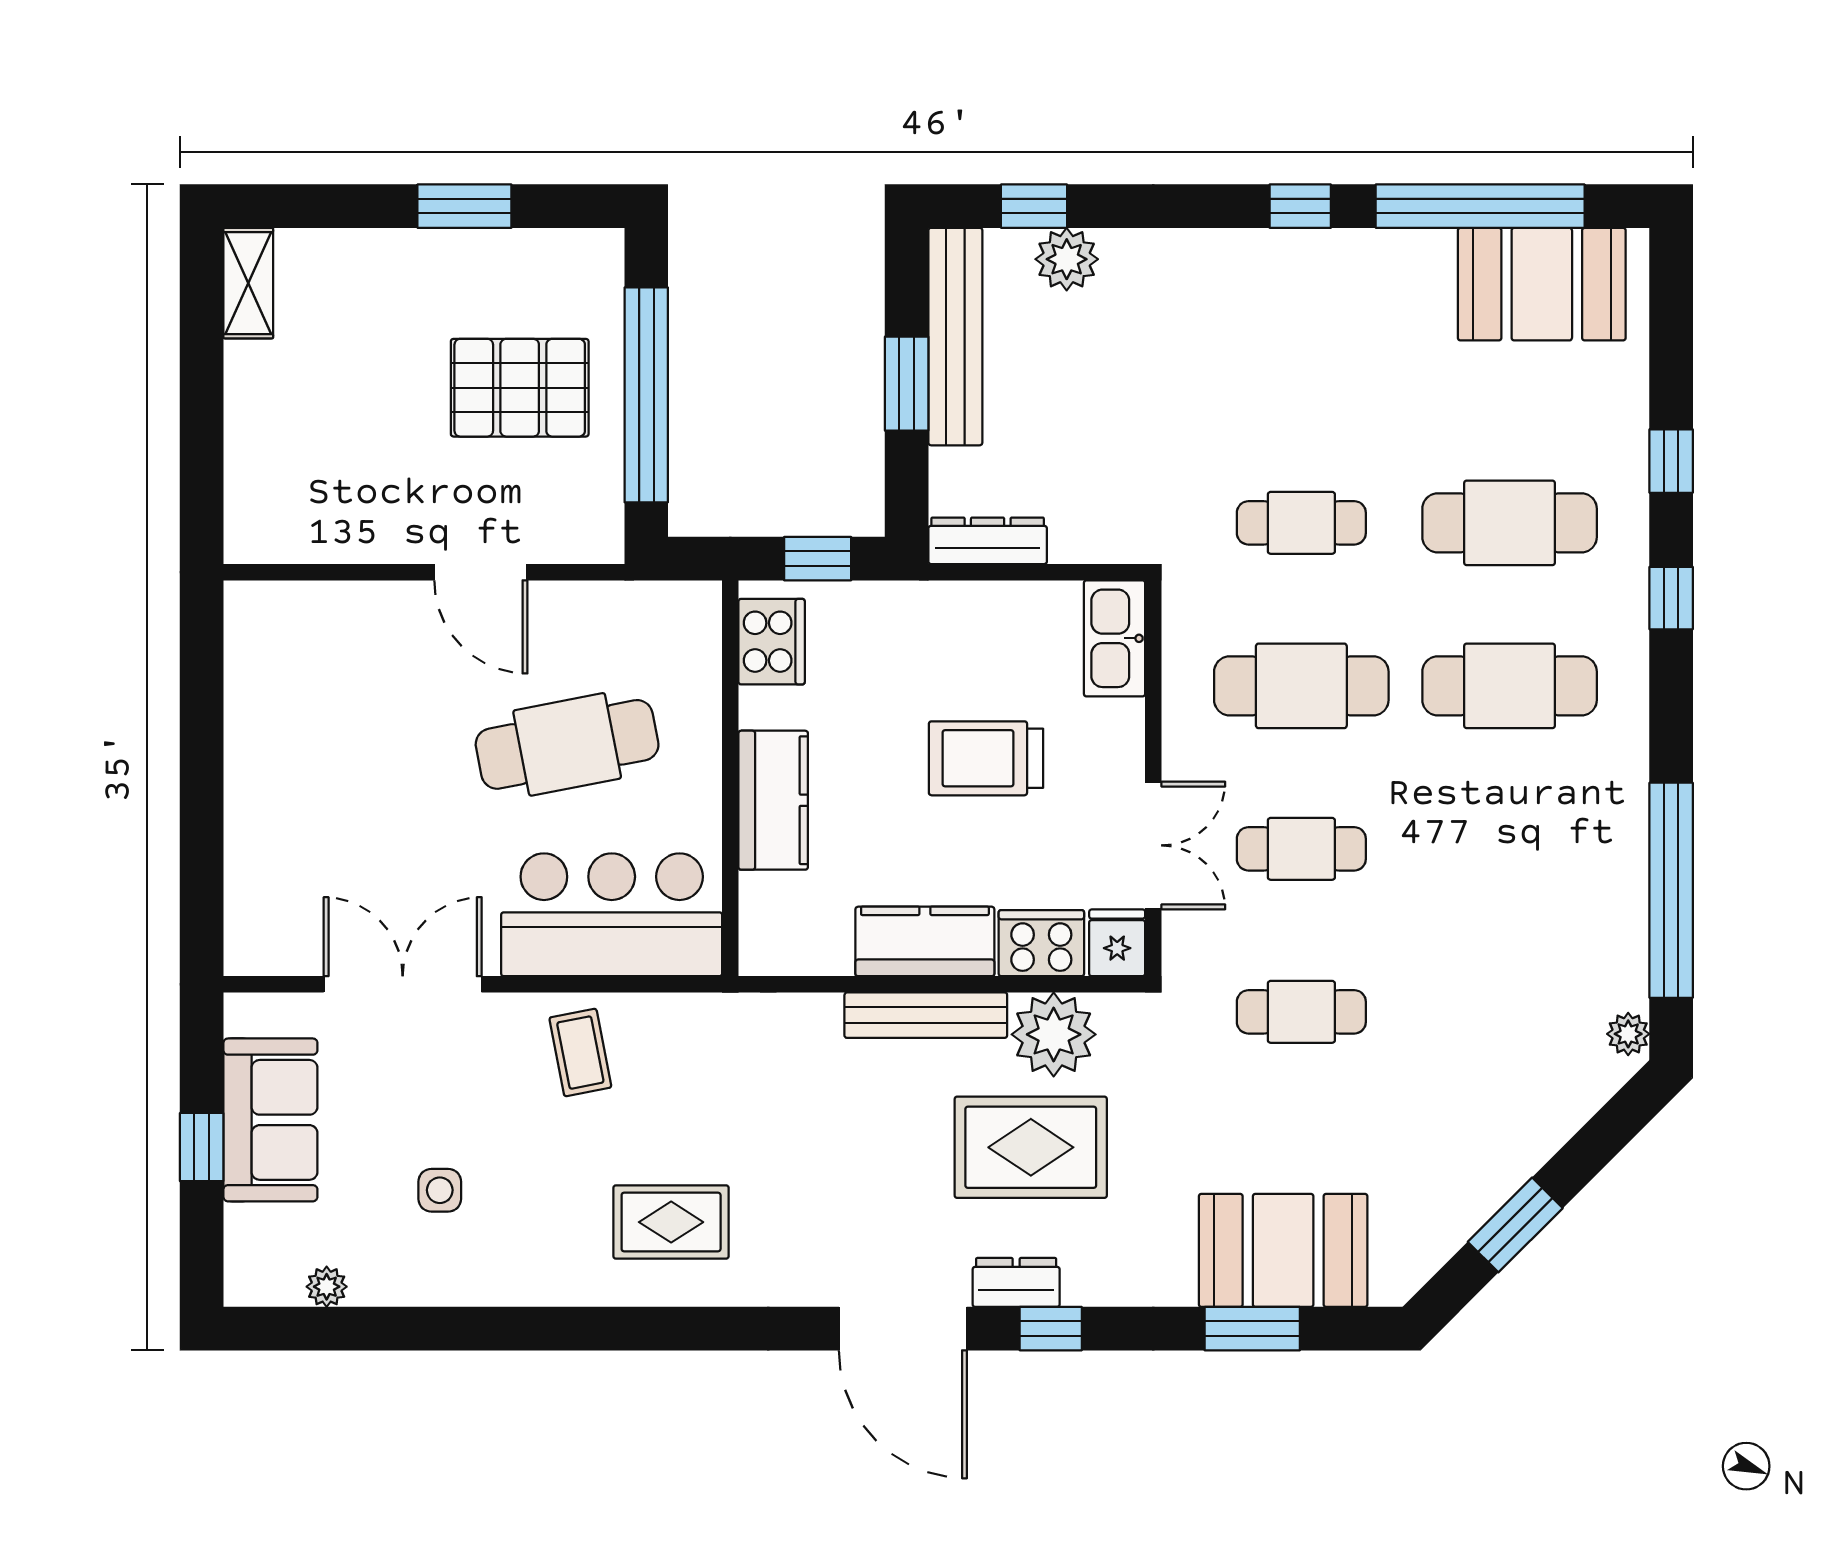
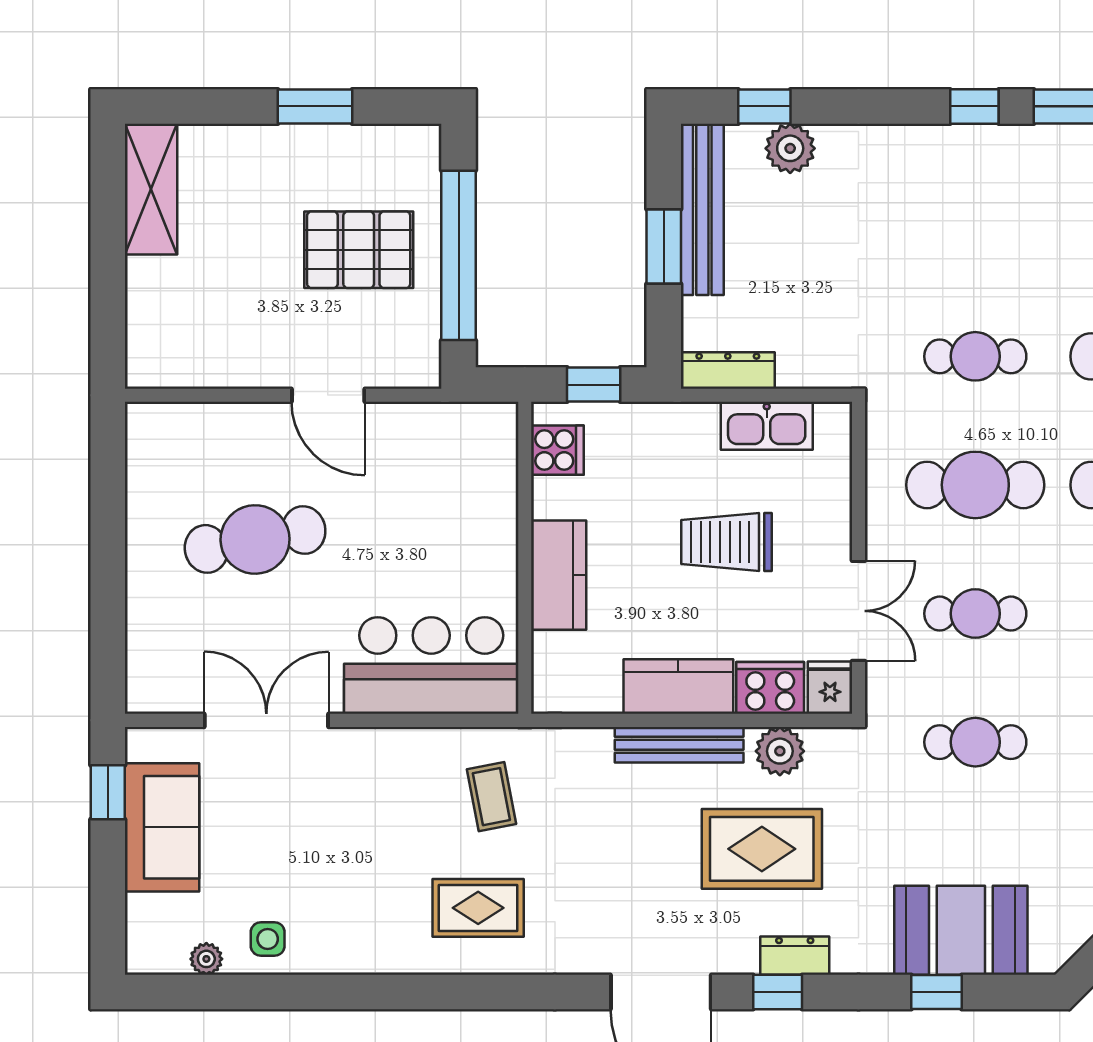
shelving: (248, 283) -> (151, 189), width x1.50, depth x1.33
kitchen sink: (1115, 638) -> (767, 426), moved, turned -90
cooker: (772, 642) -> (557, 450), width x0.73
cafe table: (567, 744) -> (255, 539), moved
plant: (1054, 1034) -> (780, 751), width x0.73, depth x0.73
coffee table: (580, 1053) -> (491, 797), moved
window: (202, 1147) -> (108, 792), moved
side table: (440, 1190) -> (268, 939), moved
dresser: (1016, 1282) -> (795, 956), moved
window: (1252, 1329) -> (937, 992), width x0.67

